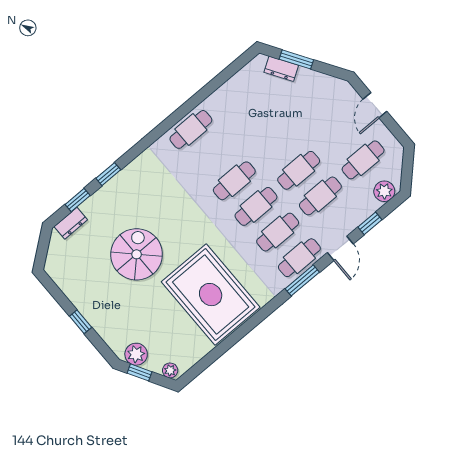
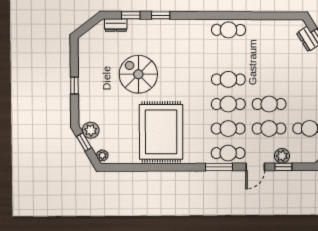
plant: (384, 191) -> (282, 156), moved
spiral stairs: (137, 254) -> (138, 74), turned -90

